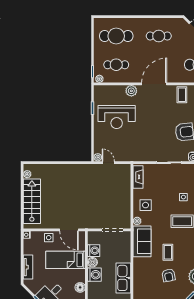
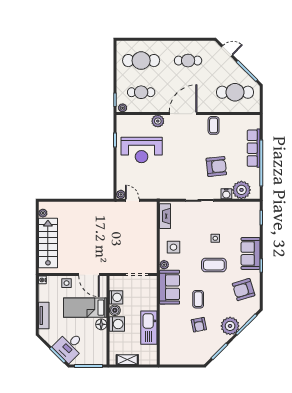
floor lamp: (80, 287) -> (101, 324), moved

